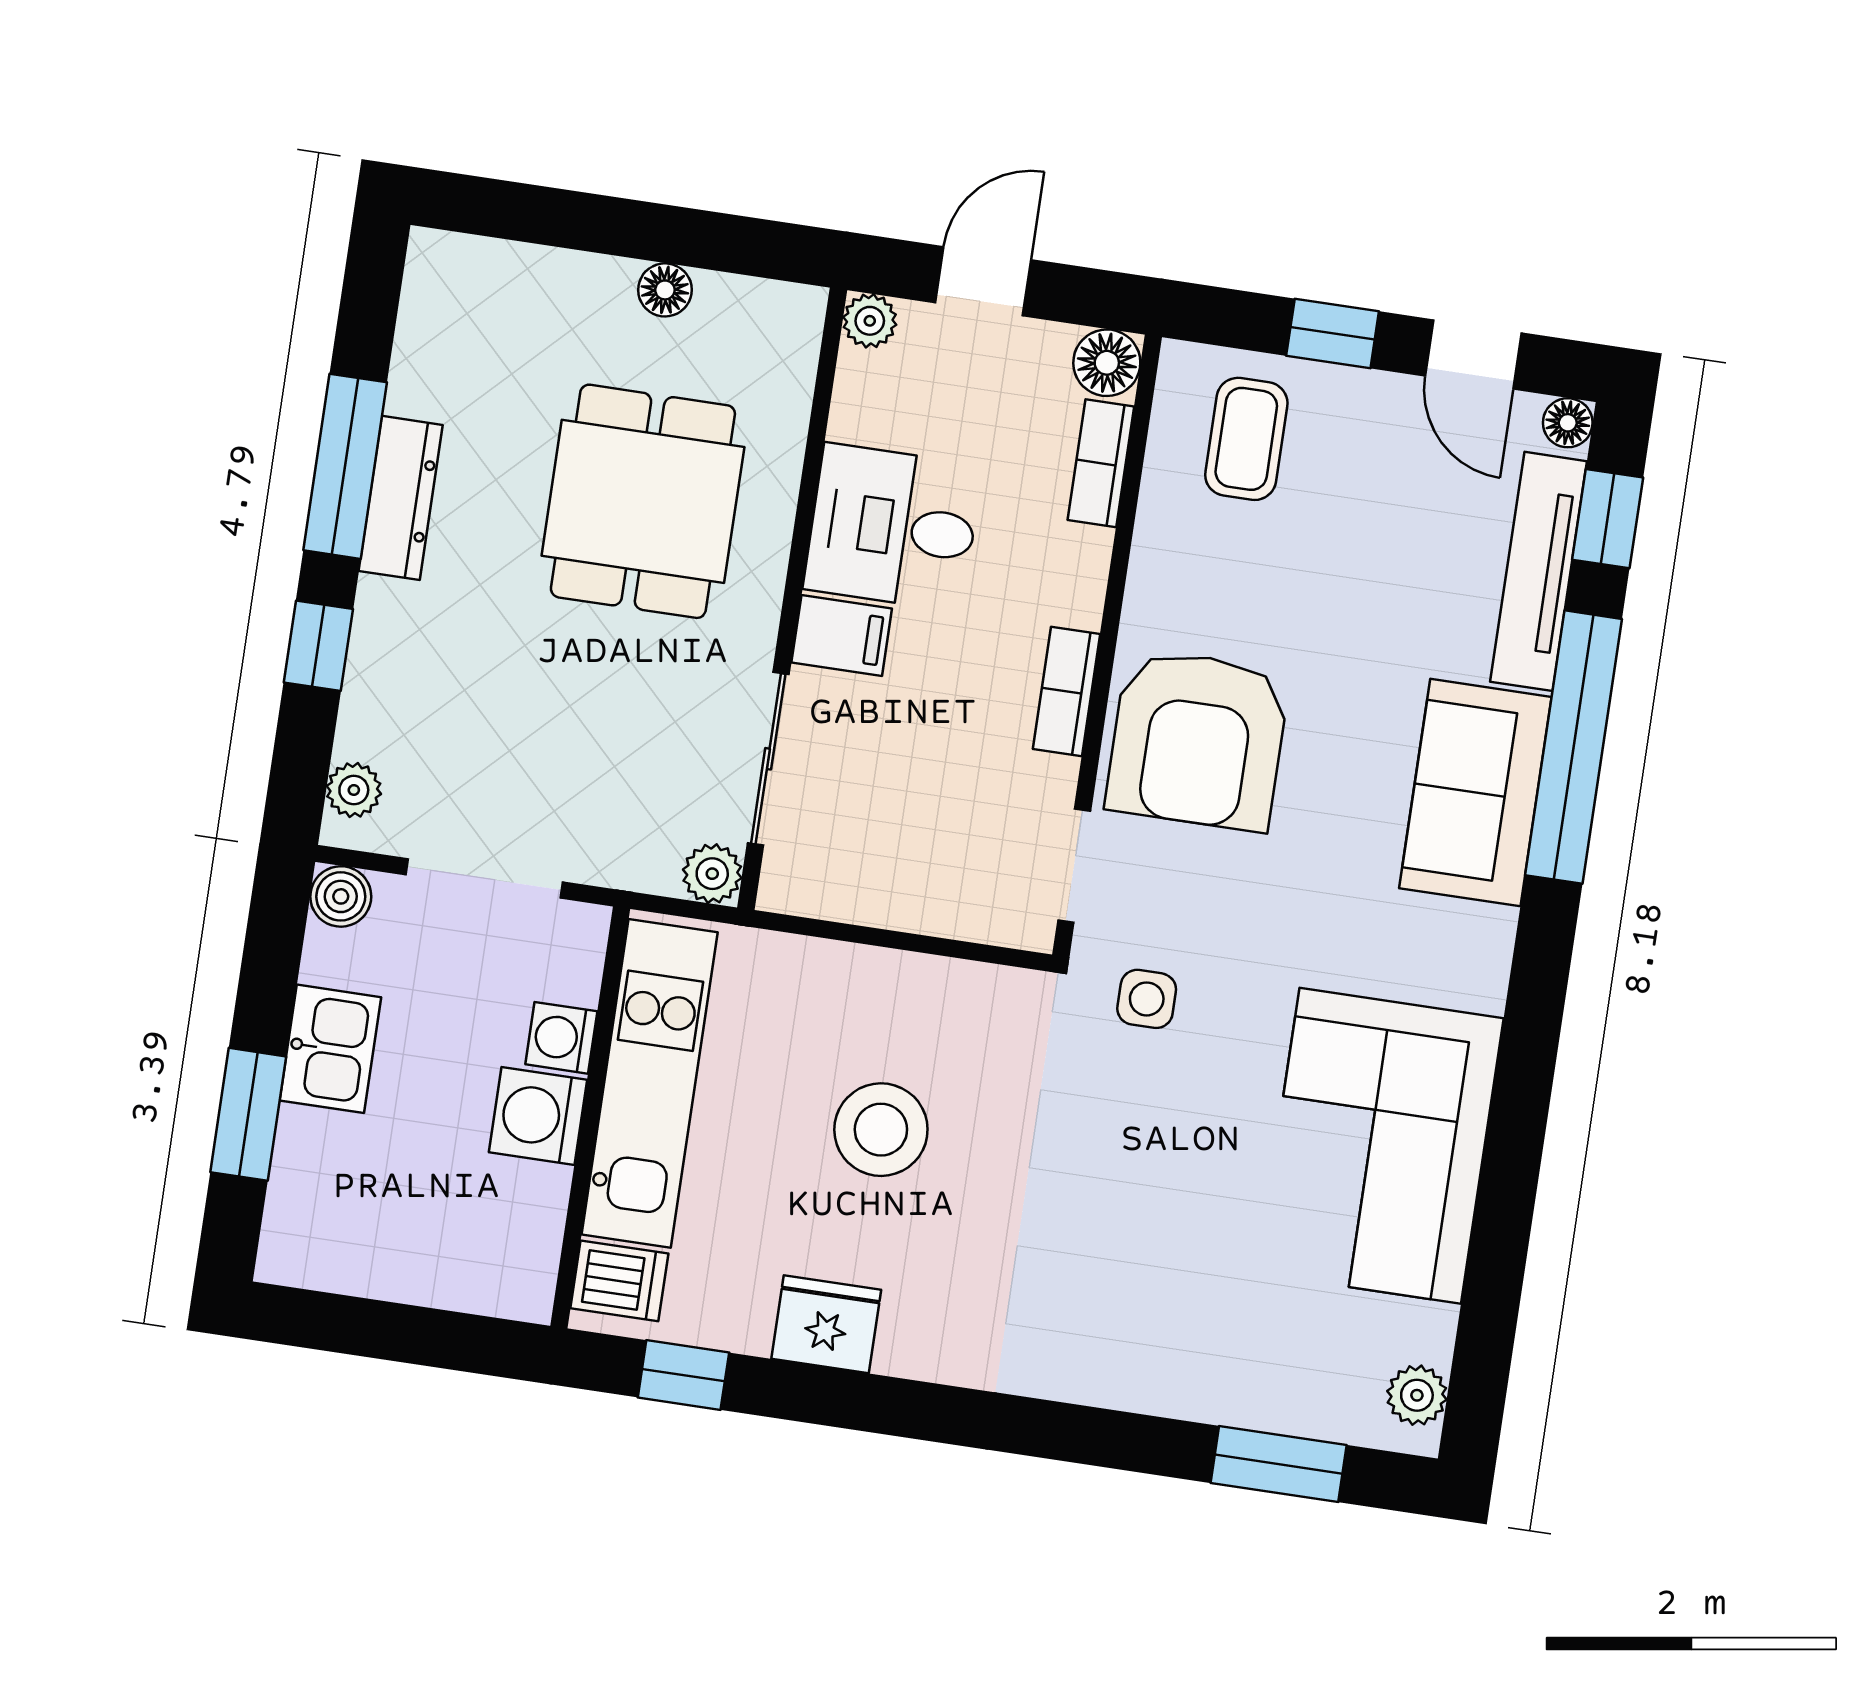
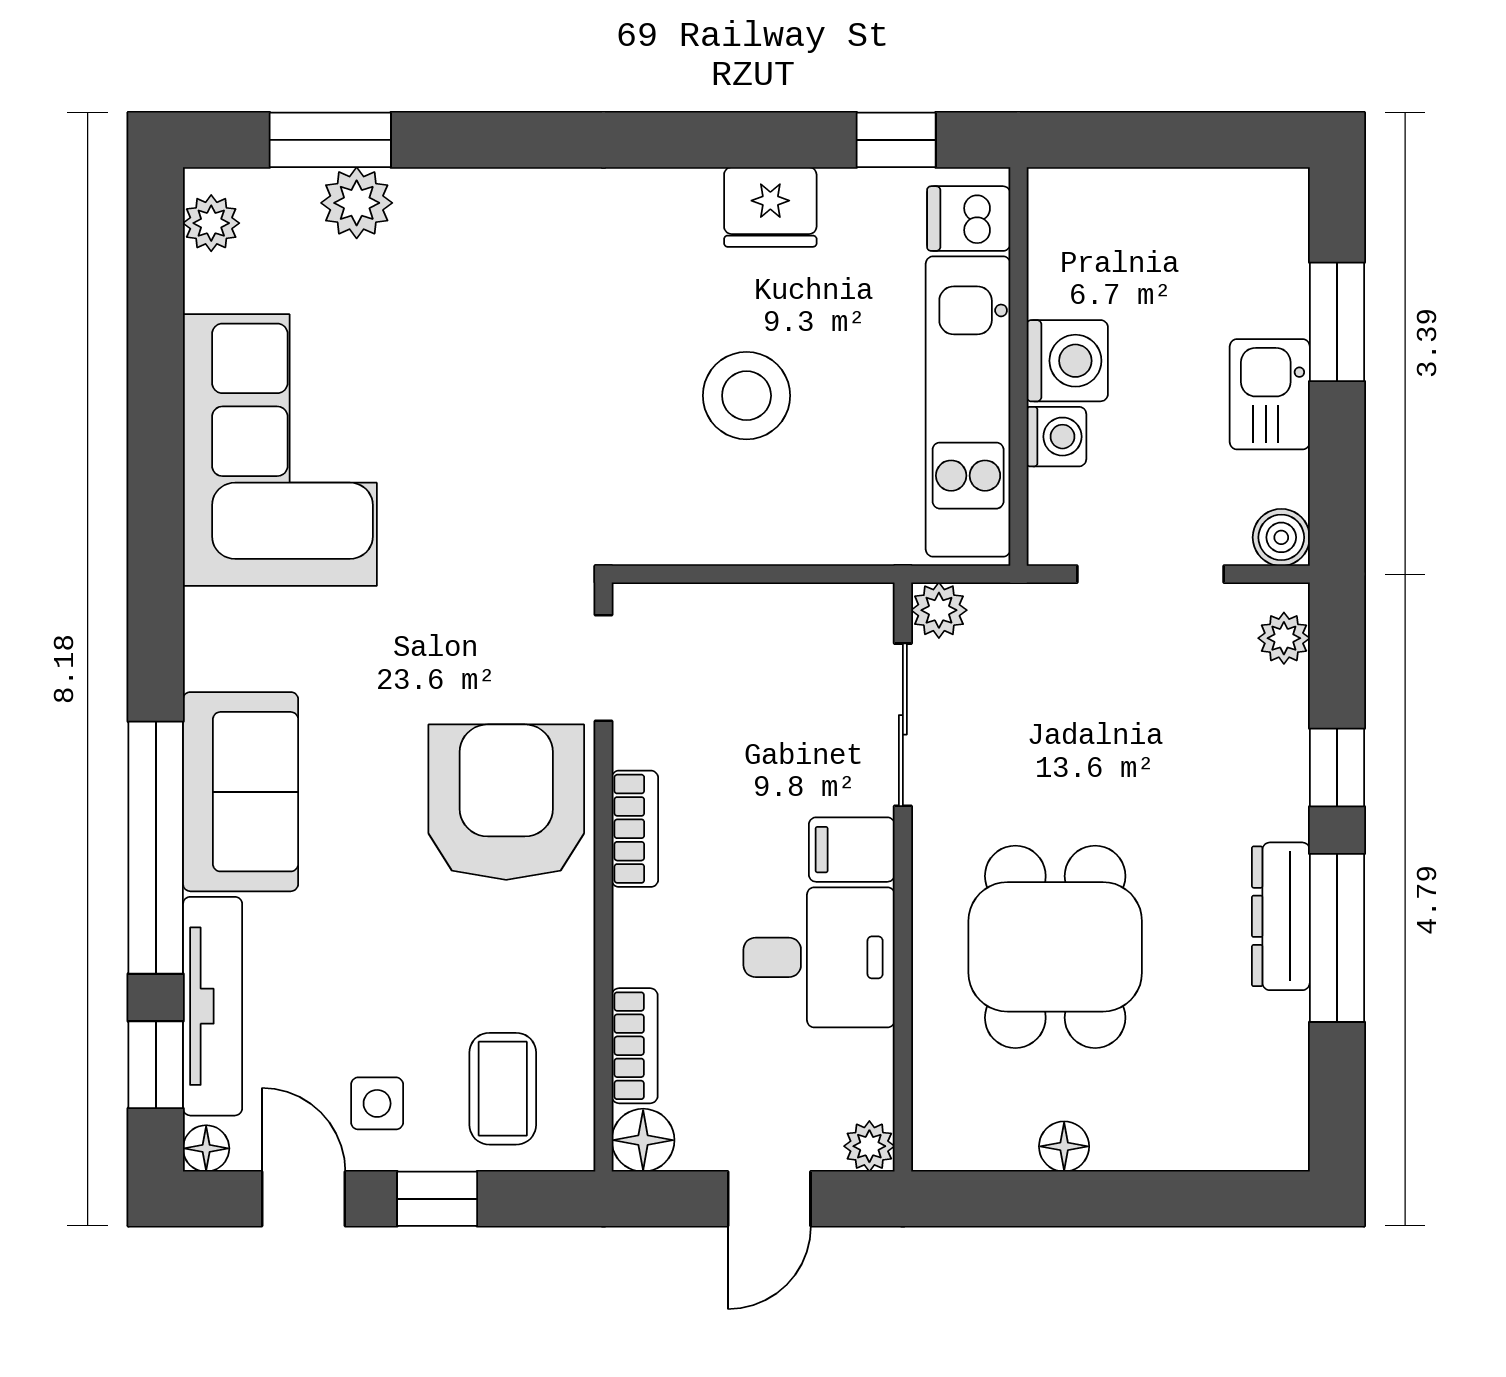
side table: (1147, 999) -> (377, 1103), moved
plant: (1261, 1394) -> (357, 203), added

